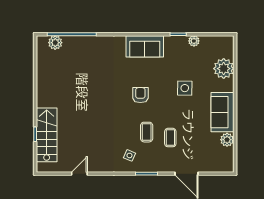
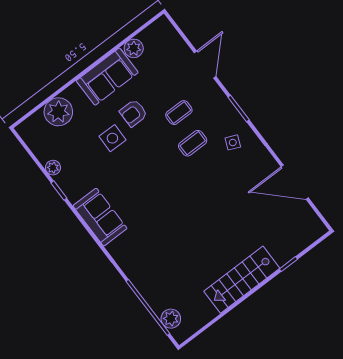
armchair: (140, 95) -> (133, 113), moved
stairs: (47, 135) -> (242, 280), moved
door: (79, 174) -> (295, 182), width x1.87

